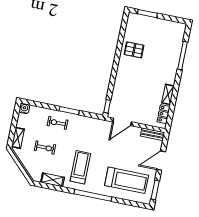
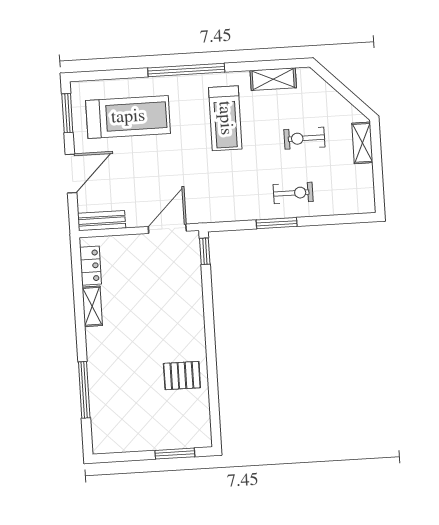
water cooler: (24, 108) -> (366, 204), removed
treadmill: (127, 180) -> (128, 117), turned 180

